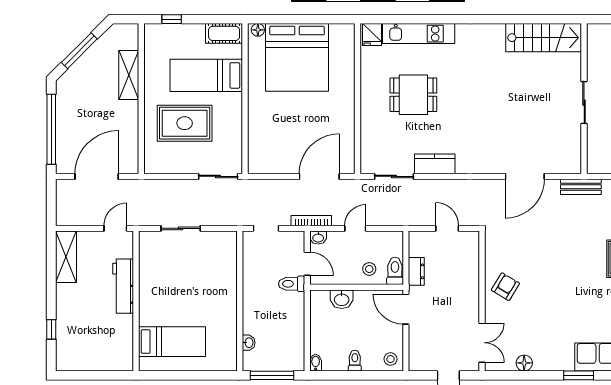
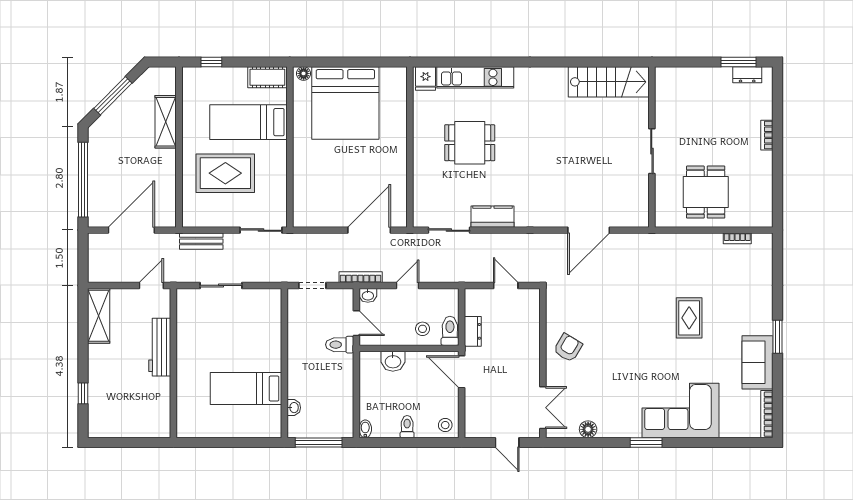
bench: (581, 187) -> (201, 241), moved
bed: (172, 342) -> (246, 389), moved, turned 180

